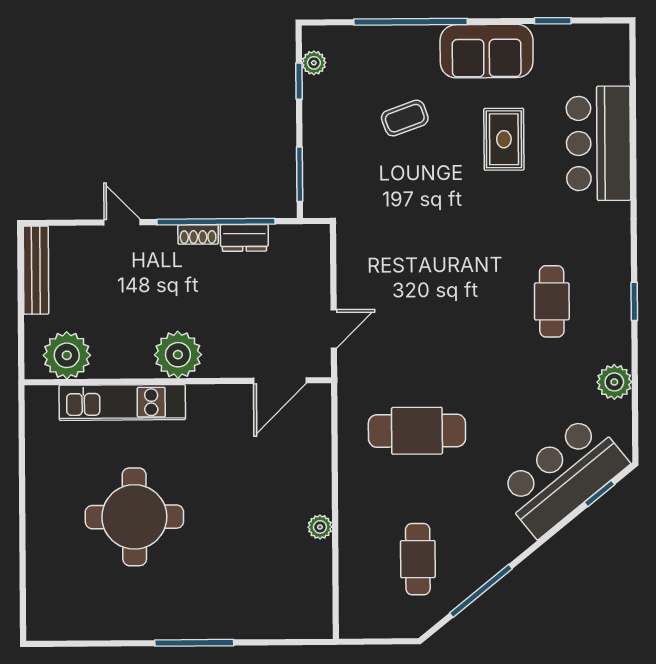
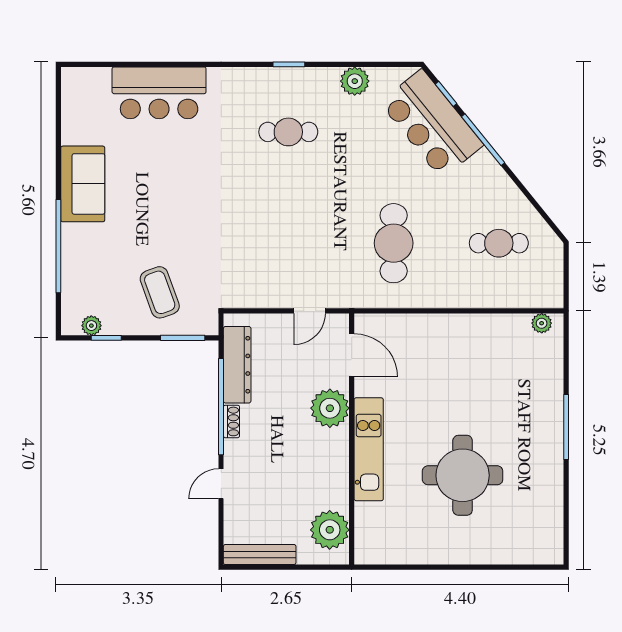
window: (553, 21) -> (58, 130), removed
coffee table: (405, 118) -> (160, 292), moved, width x1.36, depth x1.30
rug: (504, 139) -> (155, 170), removed
dresser: (244, 238) -> (237, 365), width x1.96, depth x1.24
door: (334, 329) -> (310, 311), swing flipped
plant: (178, 355) -> (330, 408), moved
kitchen unit: (122, 402) -> (369, 449), moved
plant: (320, 527) -> (542, 323), moved
window: (481, 591) -> (483, 140), moved

